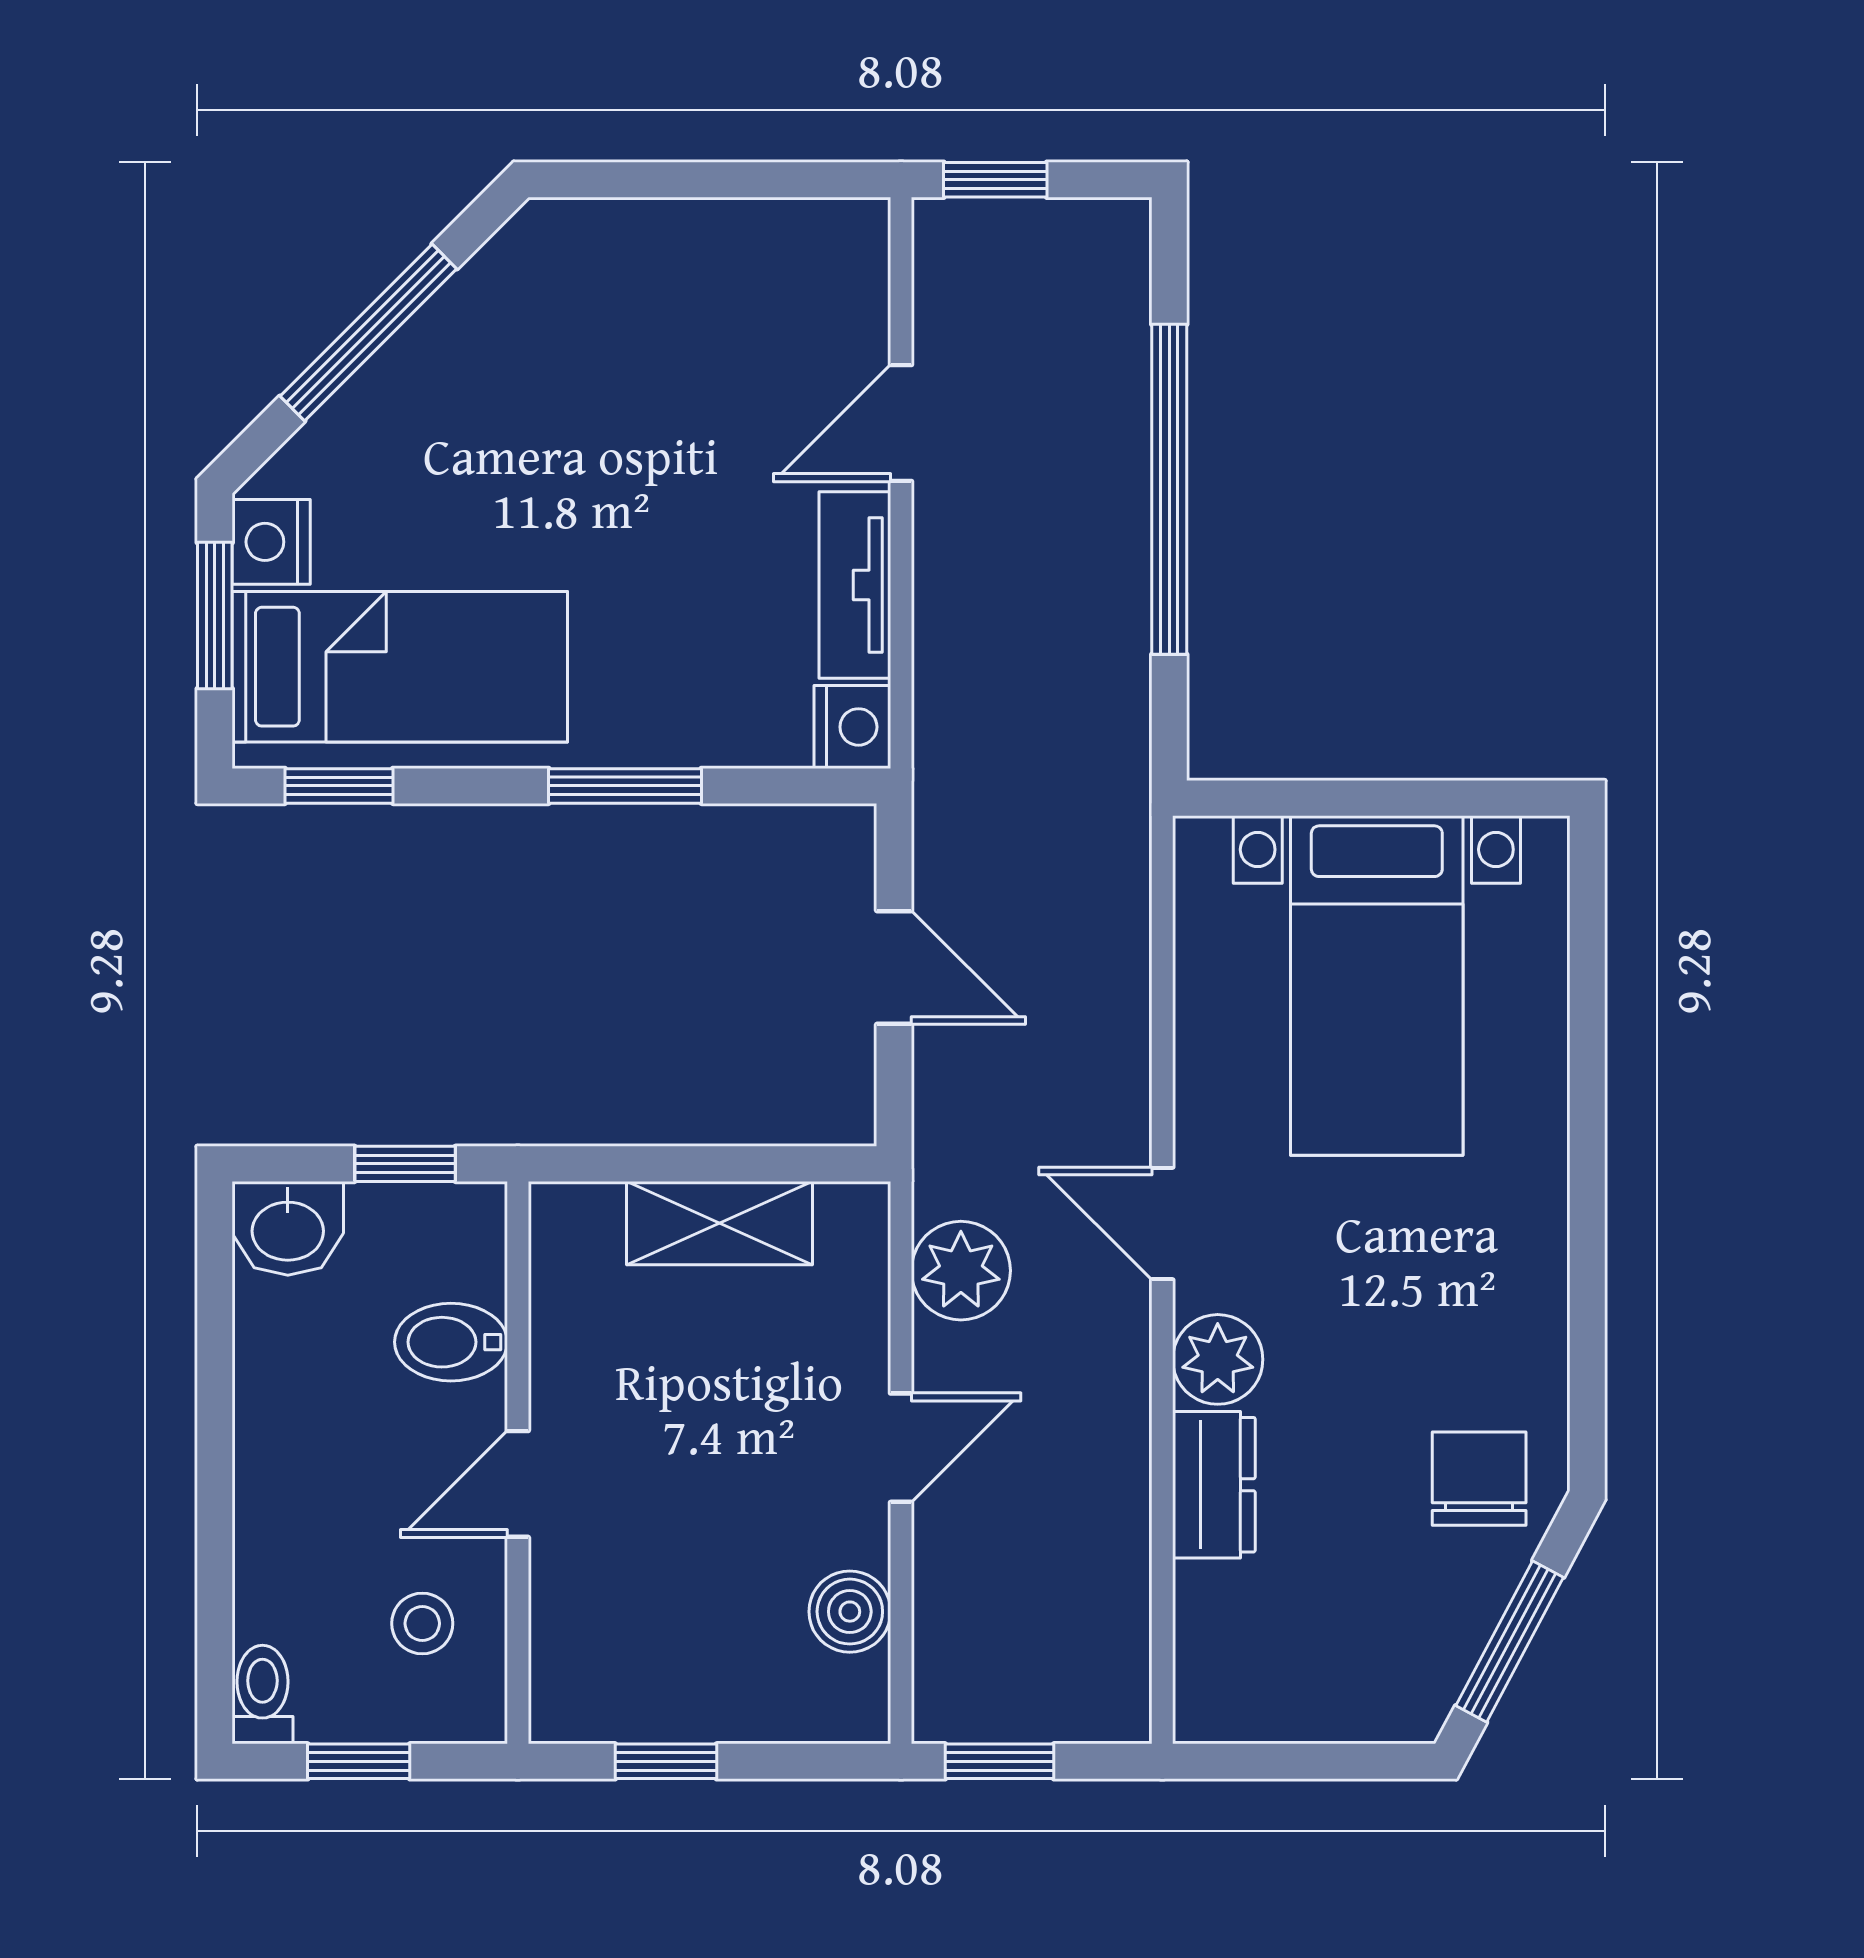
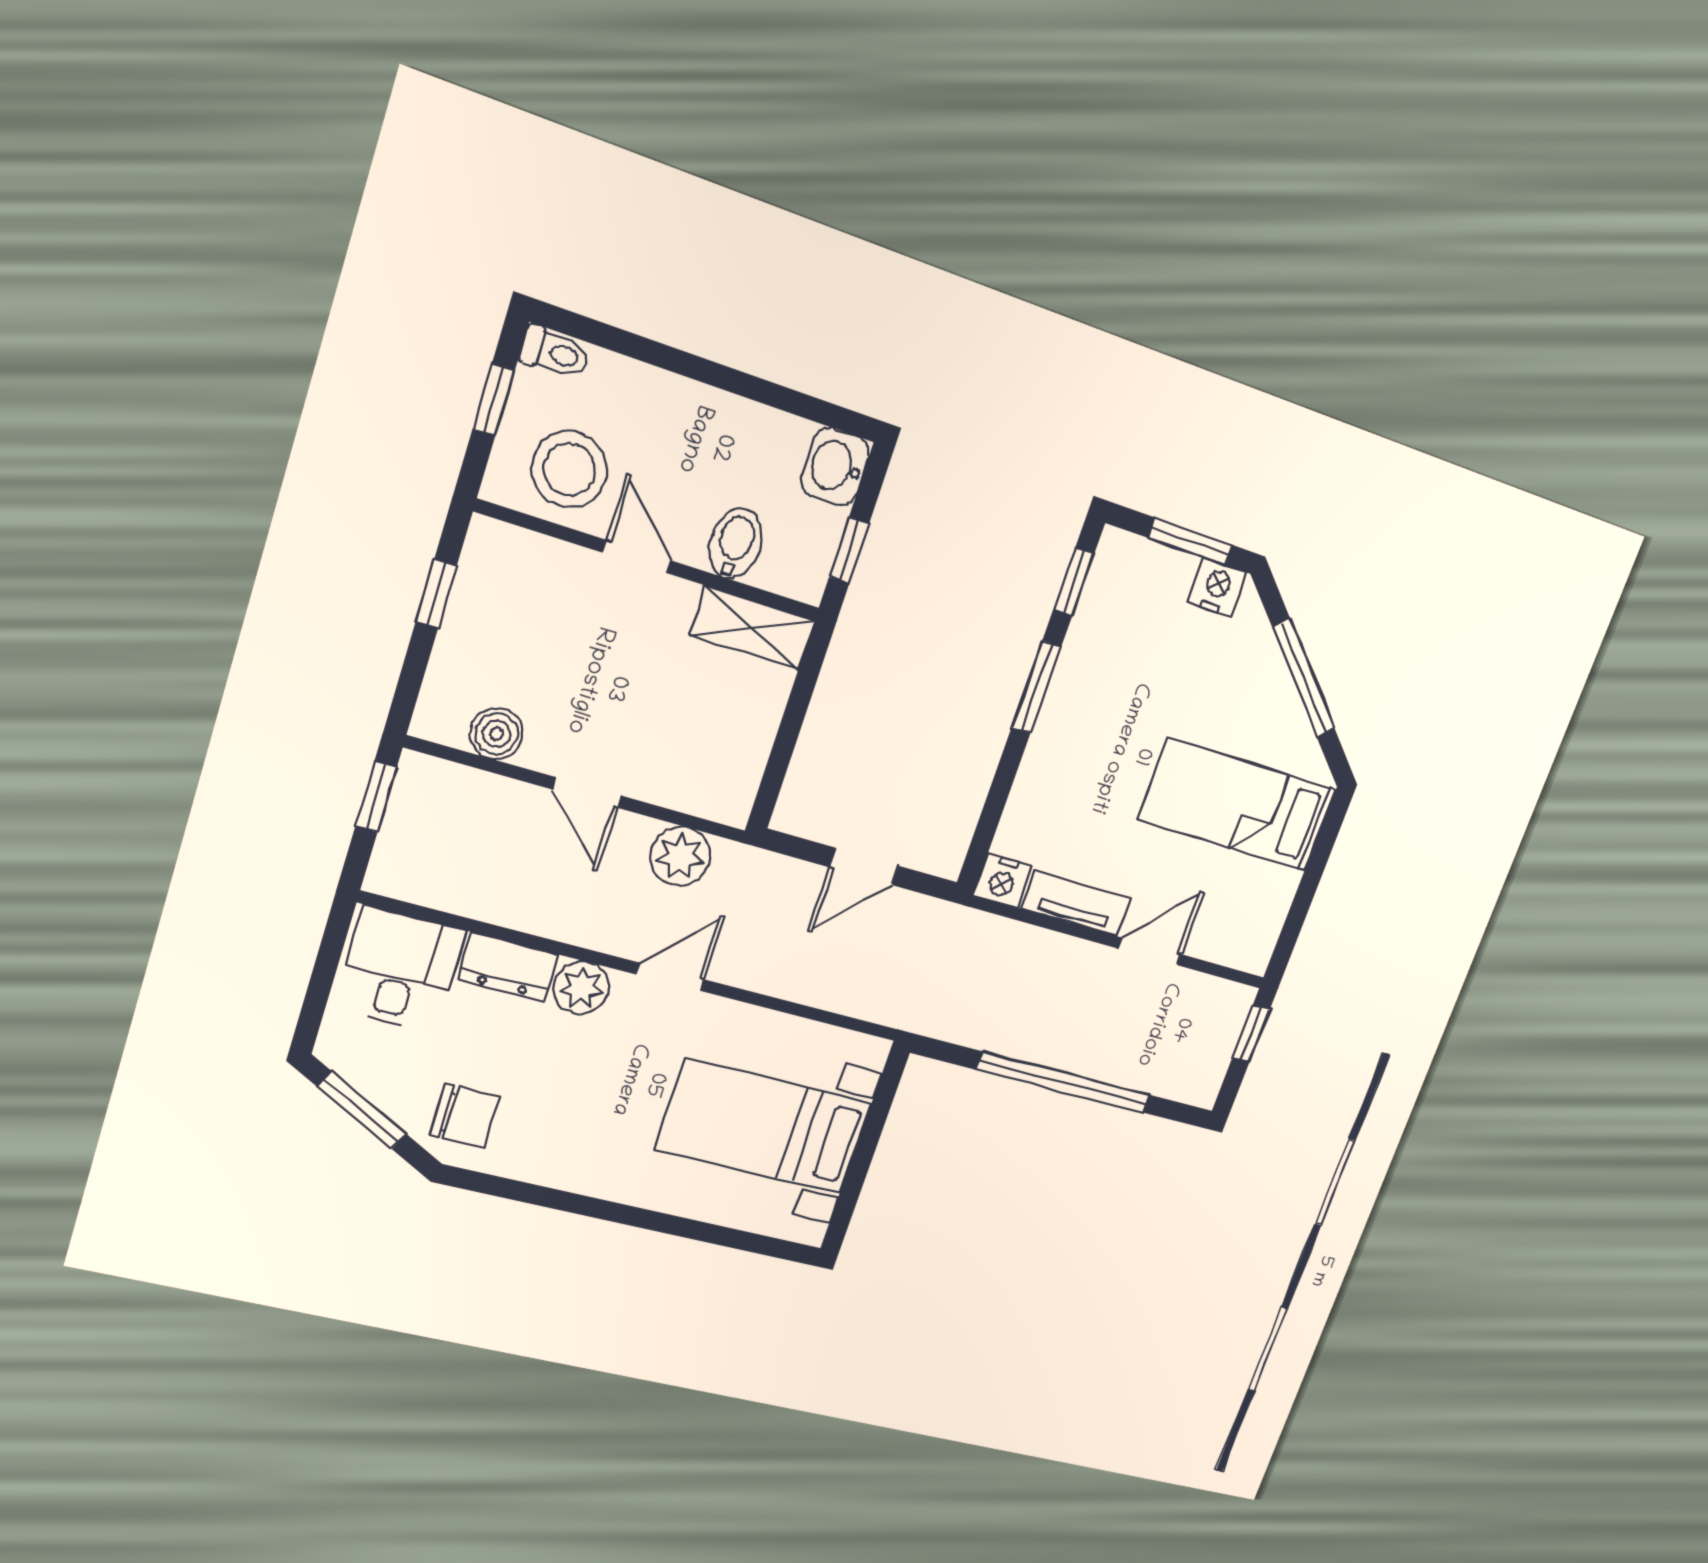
door: (901, 423) -> (1150, 951), hinge flipped
bed: (400, 667) -> (1237, 805), moved, turned 90
window: (625, 786) -> (1036, 687), moved
shelving: (720, 1223) -> (752, 628), moved, turned 90
stool: (422, 1623) -> (569, 469), width x1.89, depth x1.89
desk: (1263, 1649) -> (400, 970), added

